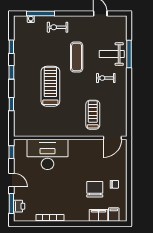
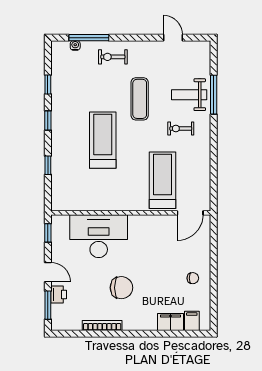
treadmill: (93, 115) -> (162, 180), width x1.37, depth x1.38
chair: (95, 189) -> (121, 288), moved, turned 90
printer: (19, 206) -> (59, 294), moved

